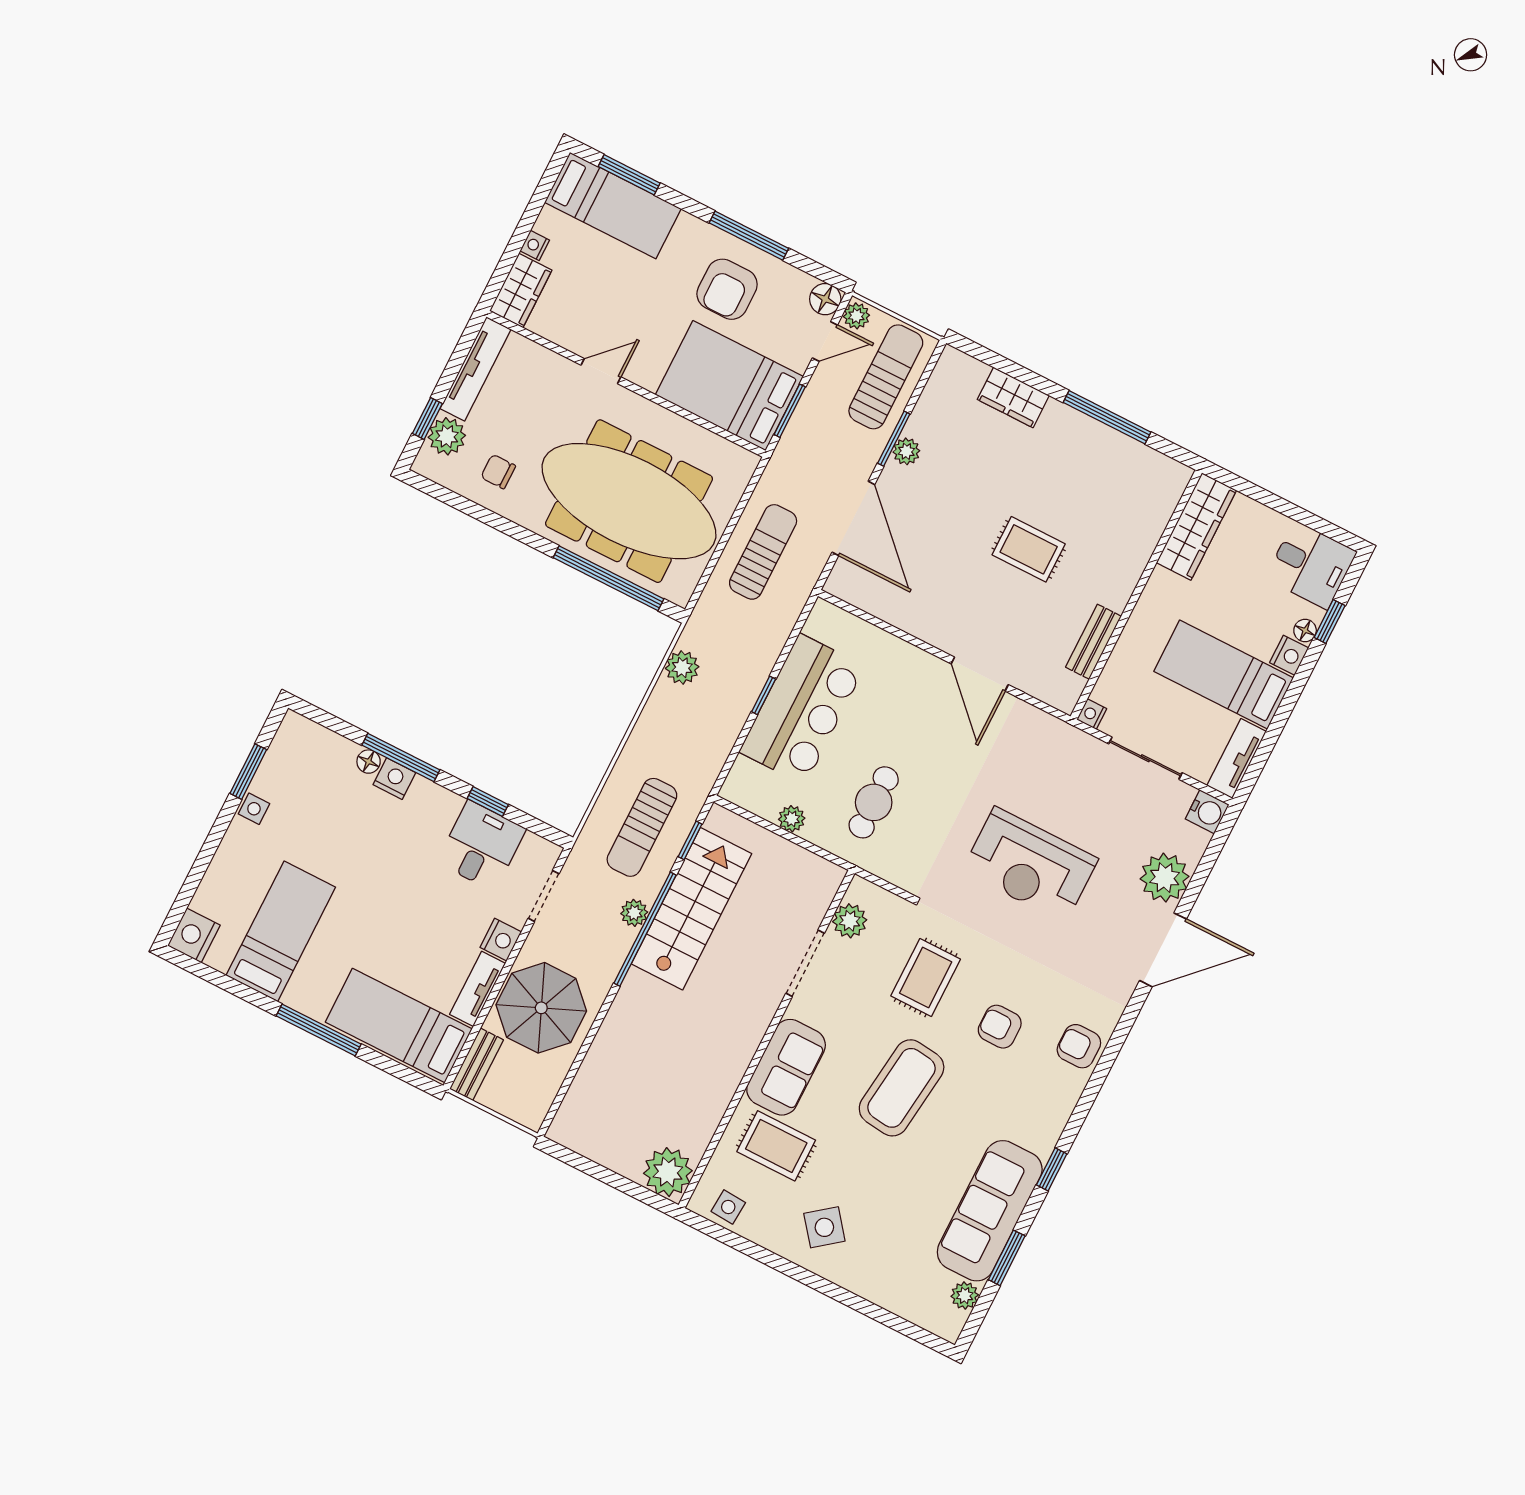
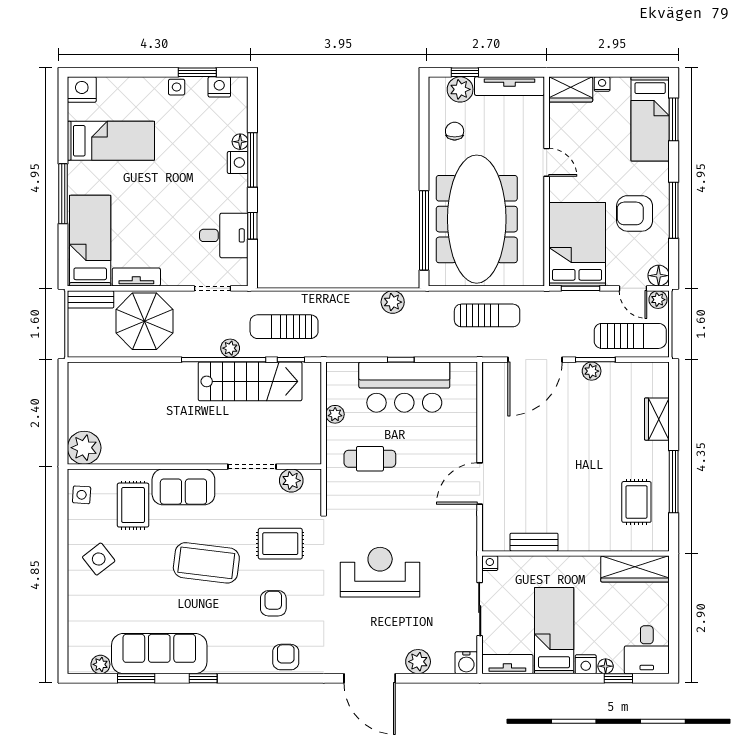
rug: (1029, 549) -> (636, 502), moved
reception desk: (1030, 865) -> (380, 572), turned 90
plant: (1165, 878) -> (418, 662), width x0.73, depth x0.73
nightstand: (501, 940) -> (219, 87), moved, turned 180

